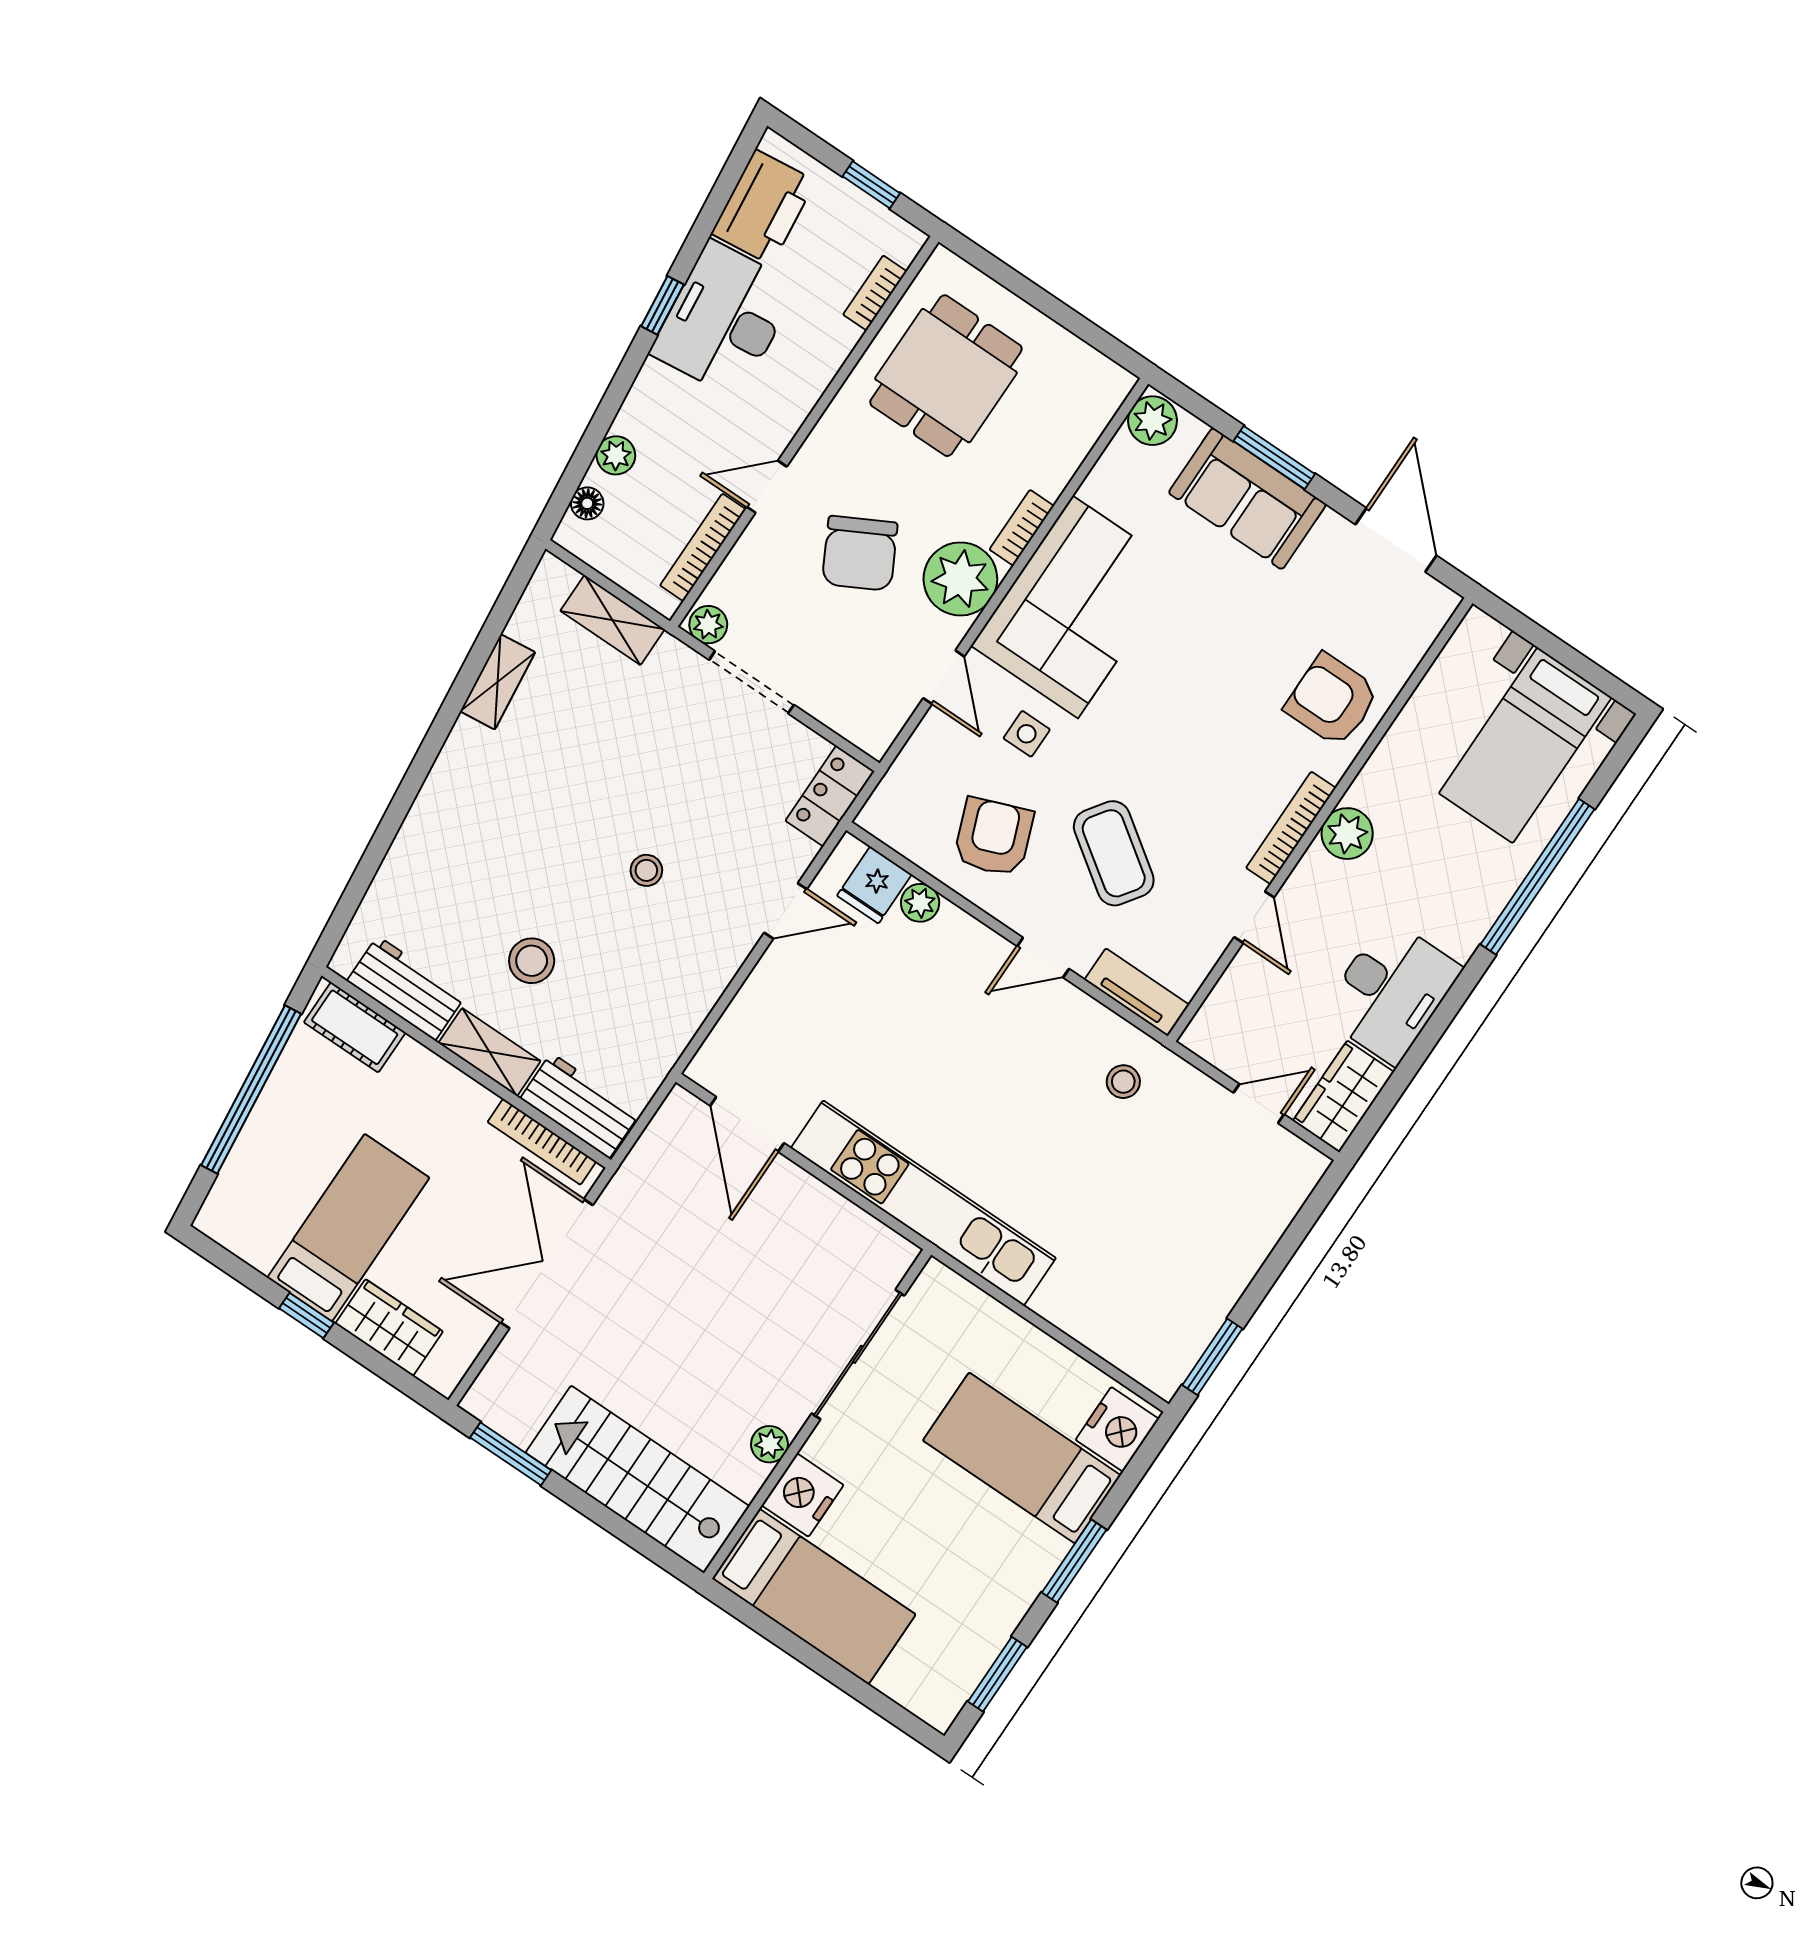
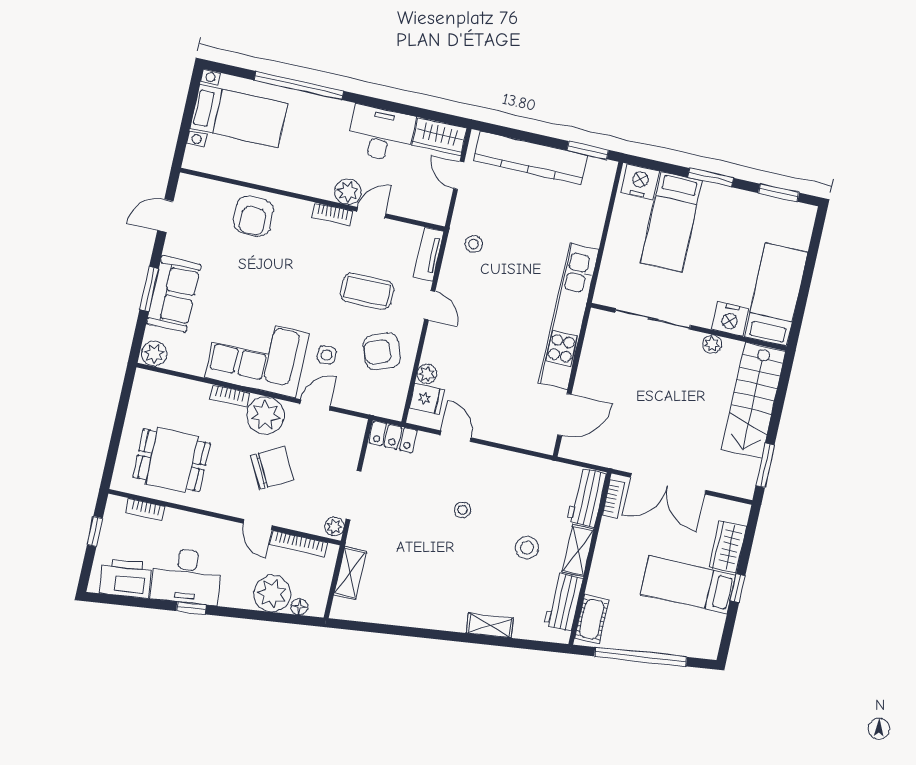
plant: (616, 455) -> (272, 594), width x1.88, depth x1.88
door: (1396, 540) -> (165, 216), width x0.73
shelving: (498, 682) -> (490, 625), moved
bookcase: (1291, 828) -> (332, 214), width x0.64
plant: (1347, 834) -> (348, 192), moved
coffee table: (1114, 853) -> (367, 291), turned 55
bookcase: (542, 1142) -> (613, 499), width x0.64
kitchen counter: (1239, 1247) -> (530, 158), added

